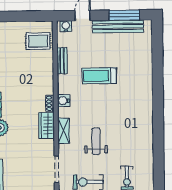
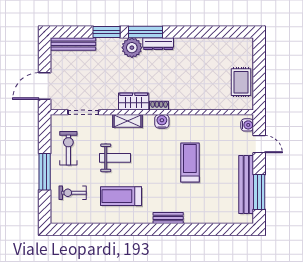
rug: (38, 41) -> (241, 82), moved
bench: (62, 61) -> (168, 218), moved
treadmill: (129, 136) -> (121, 196), added

